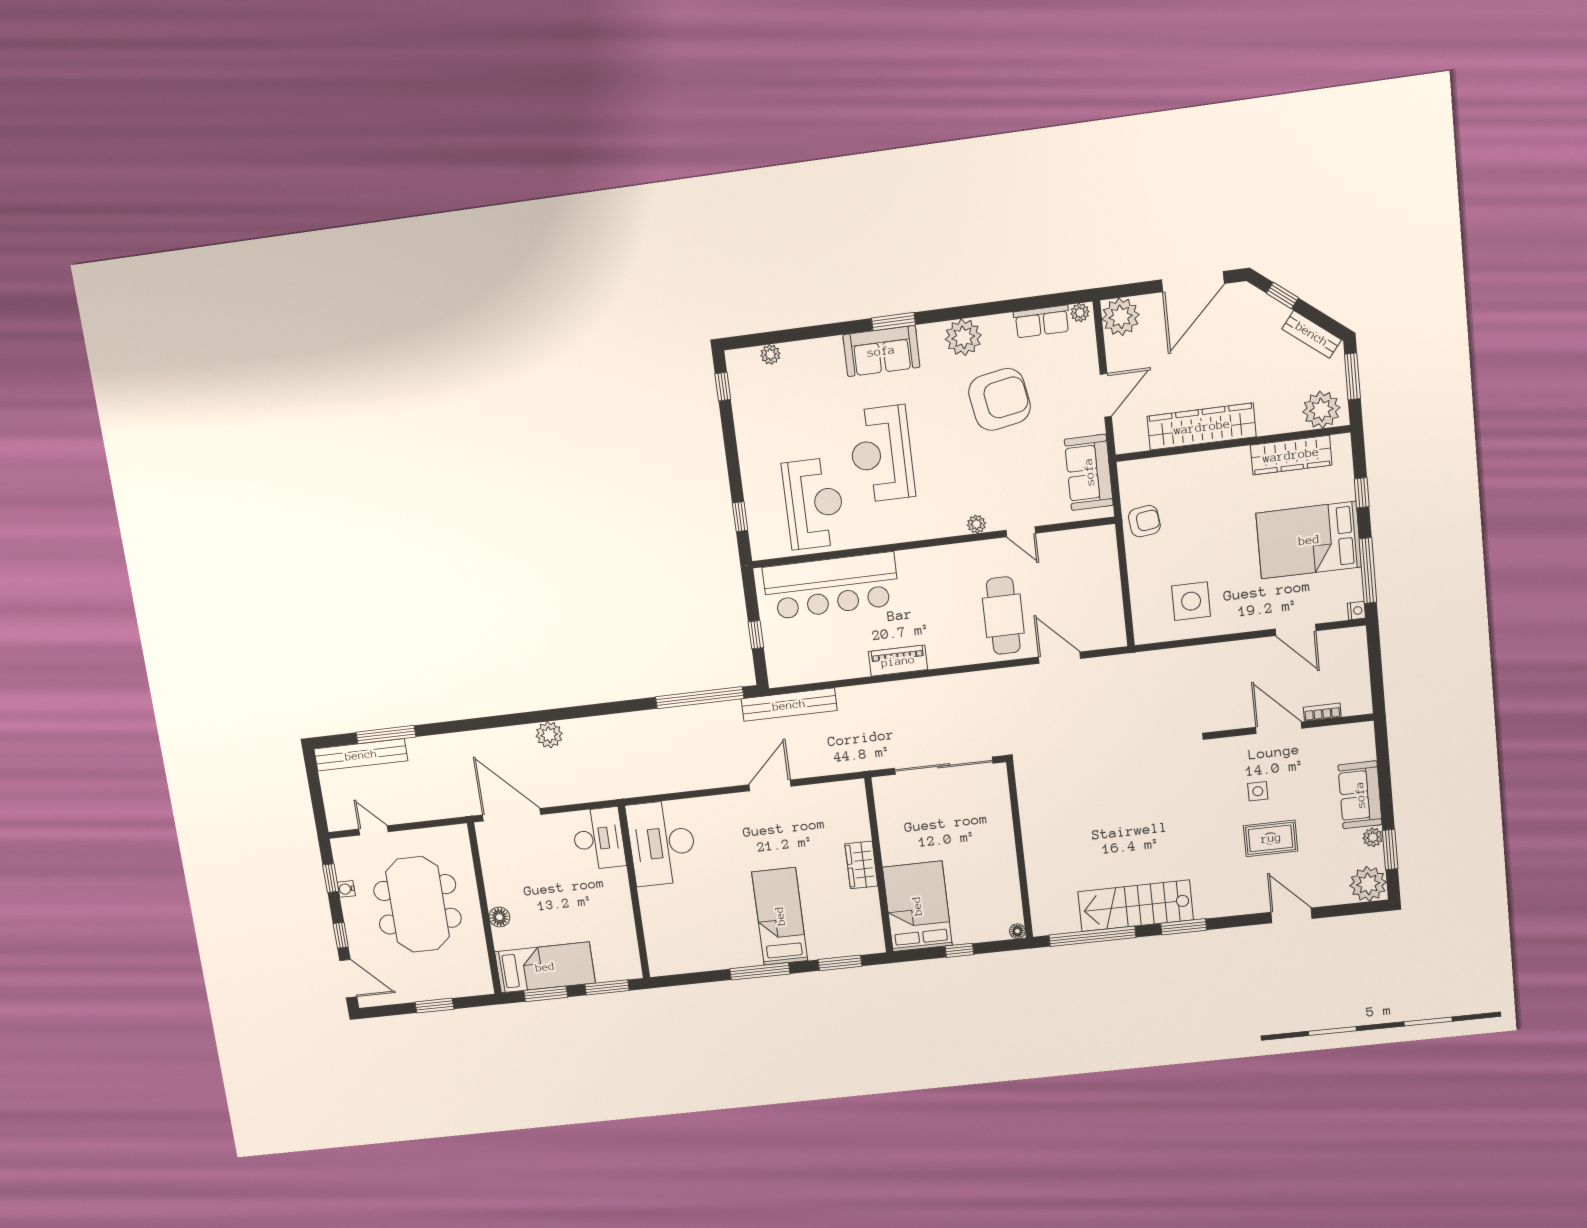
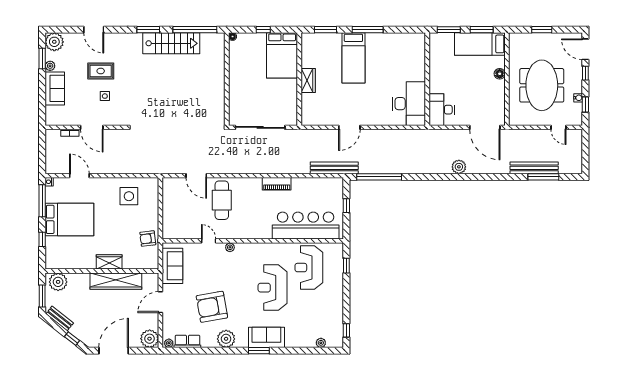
reception desk: (881, 454) -> (273, 288), turned 180
wardrobe: (1291, 455) -> (109, 262), moved, width x0.67
bench: (361, 755) -> (534, 168), moved

